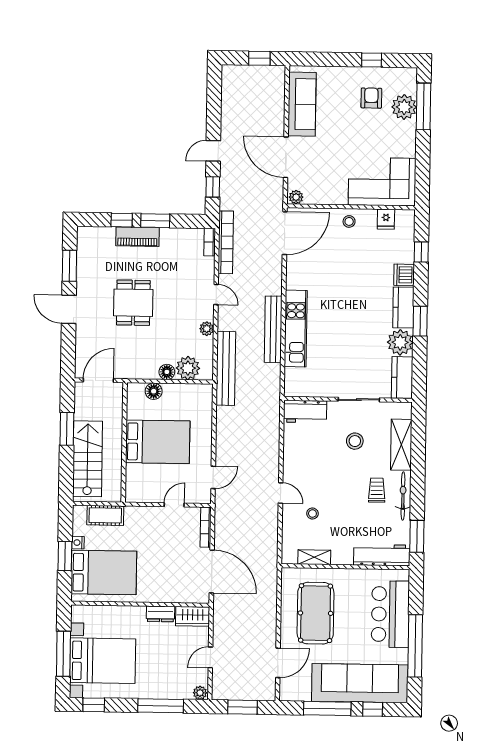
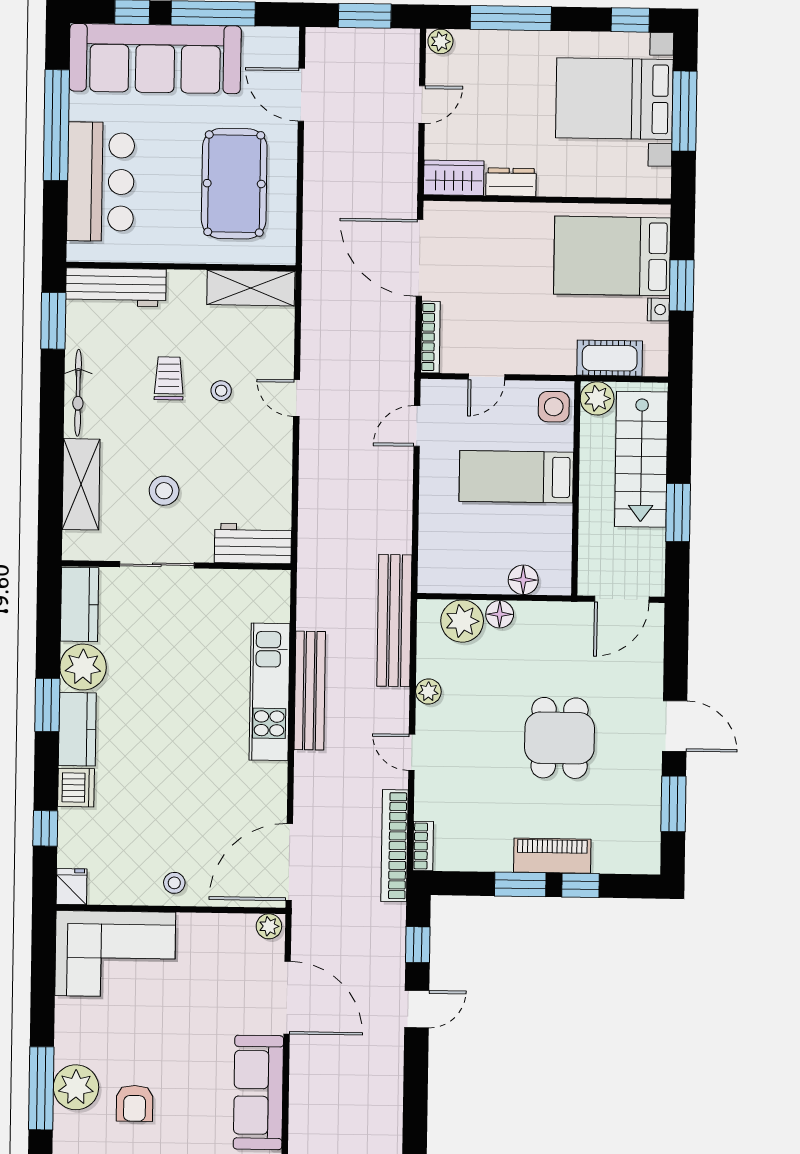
fridge: (386, 219) -> (72, 887), moved
bed: (158, 442) -> (516, 477), width x0.67
side table: (137, 488) -> (554, 407), added
trolley: (377, 490) -> (169, 378), moved, turned 180
plant: (112, 493) -> (597, 398), added
stool: (312, 514) -> (221, 391), moved
shelving: (314, 557) -> (251, 288), width x1.50, depth x1.33
door: (278, 663) -> (301, 95), hinge flipped

